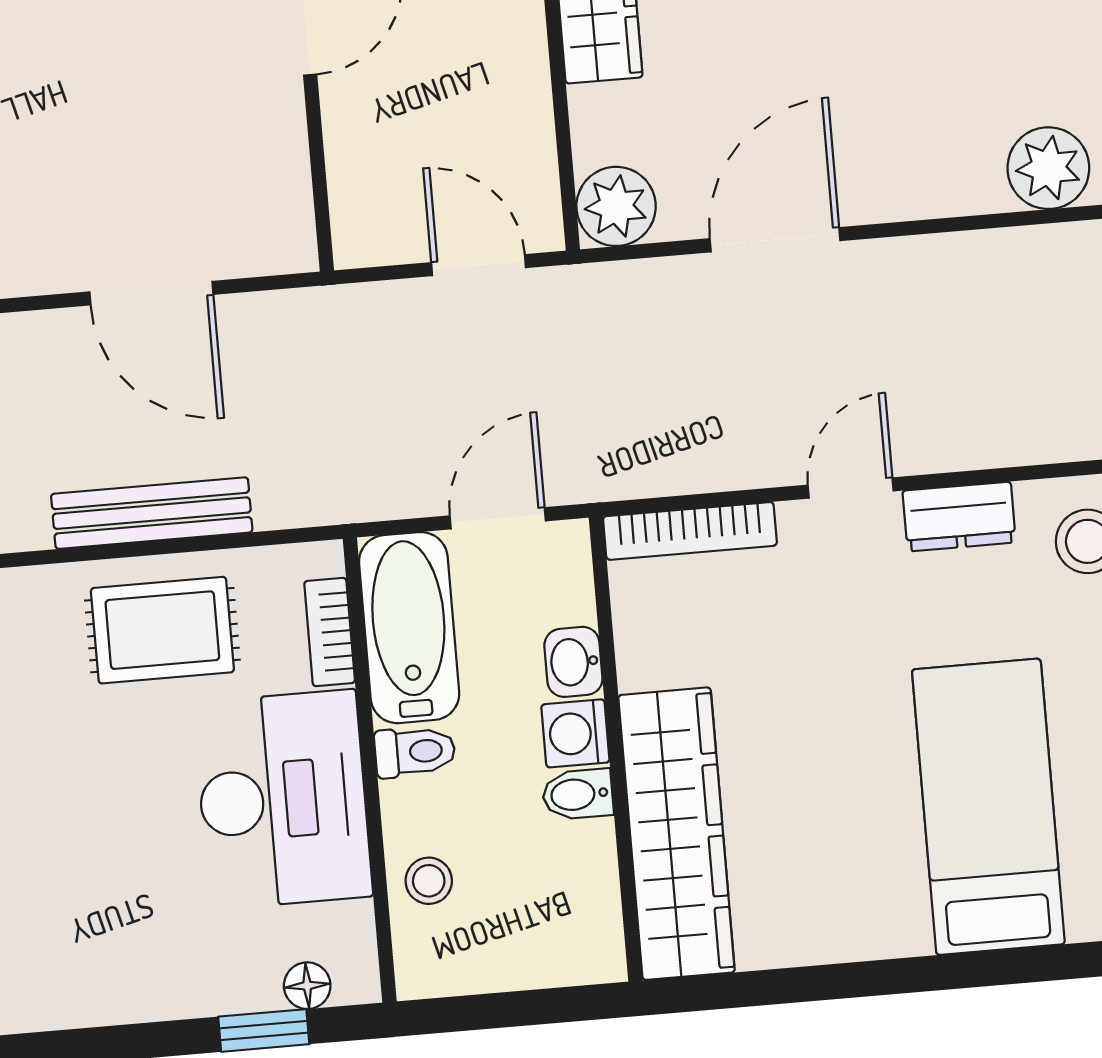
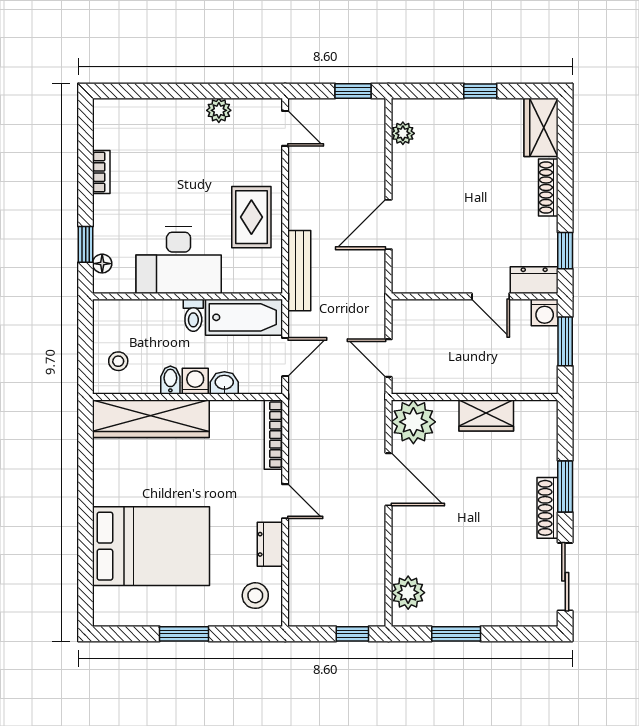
plant: (616, 206) -> (413, 422), width x1.36, depth x1.36
door: (479, 265) -> (389, 358), swing flipped
bench: (152, 513) -> (299, 271), moved
door: (498, 518) -> (285, 357), hinge flipped
bookcase: (330, 632) -> (101, 172), moved, turned 90
bed: (988, 807) -> (151, 546), width x1.50
stool: (429, 881) -> (118, 361), moved

